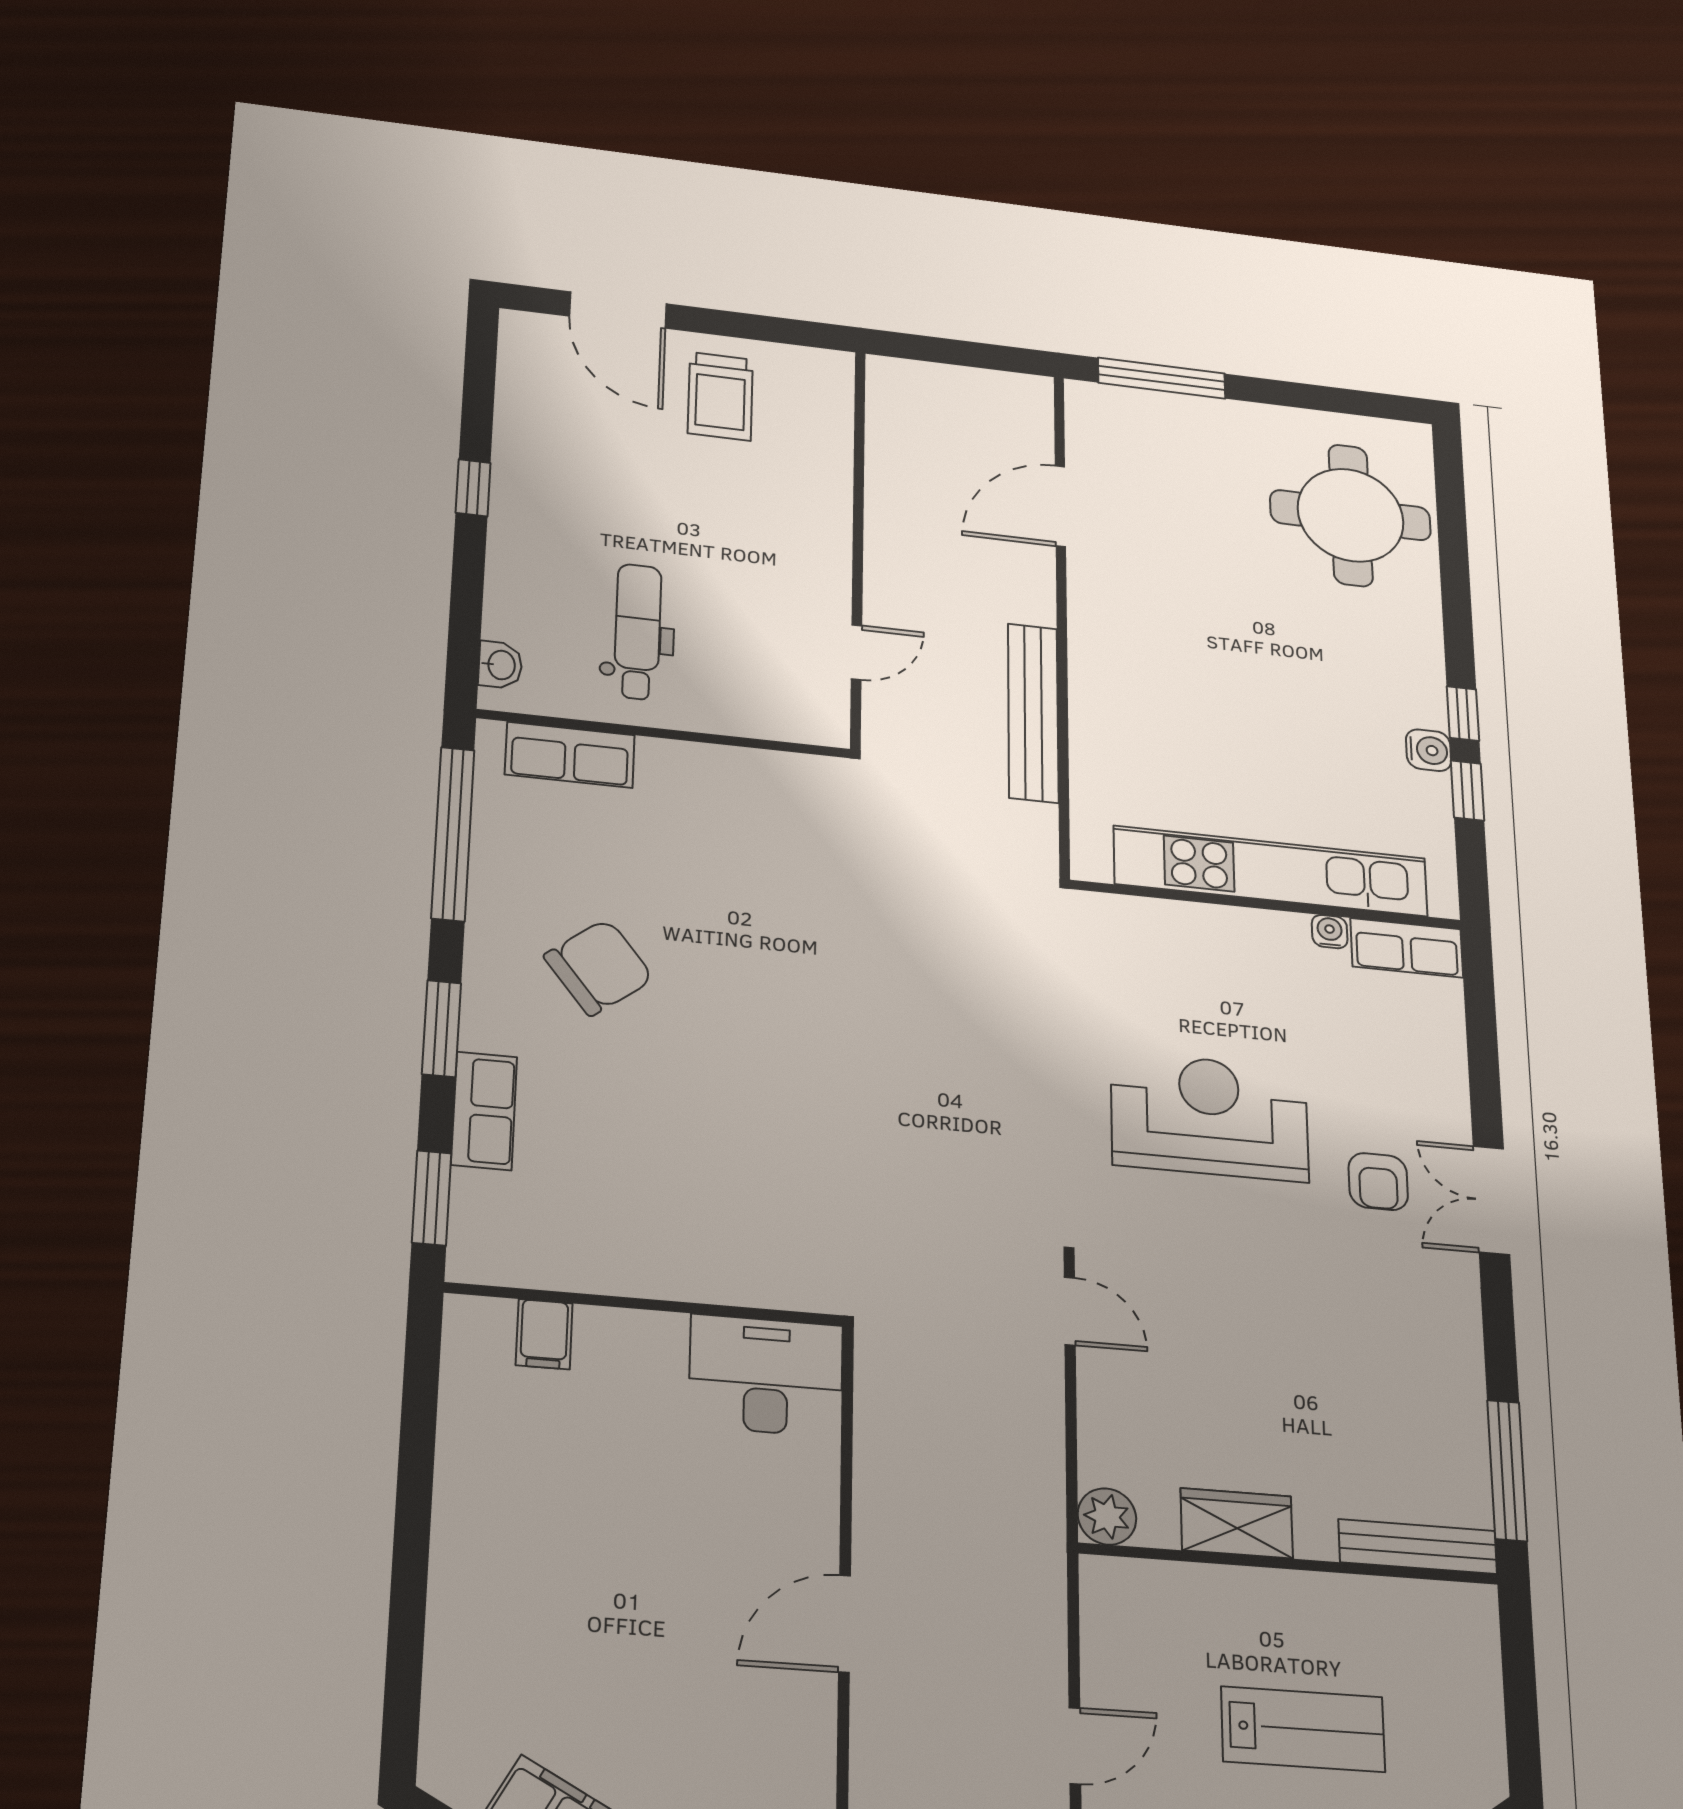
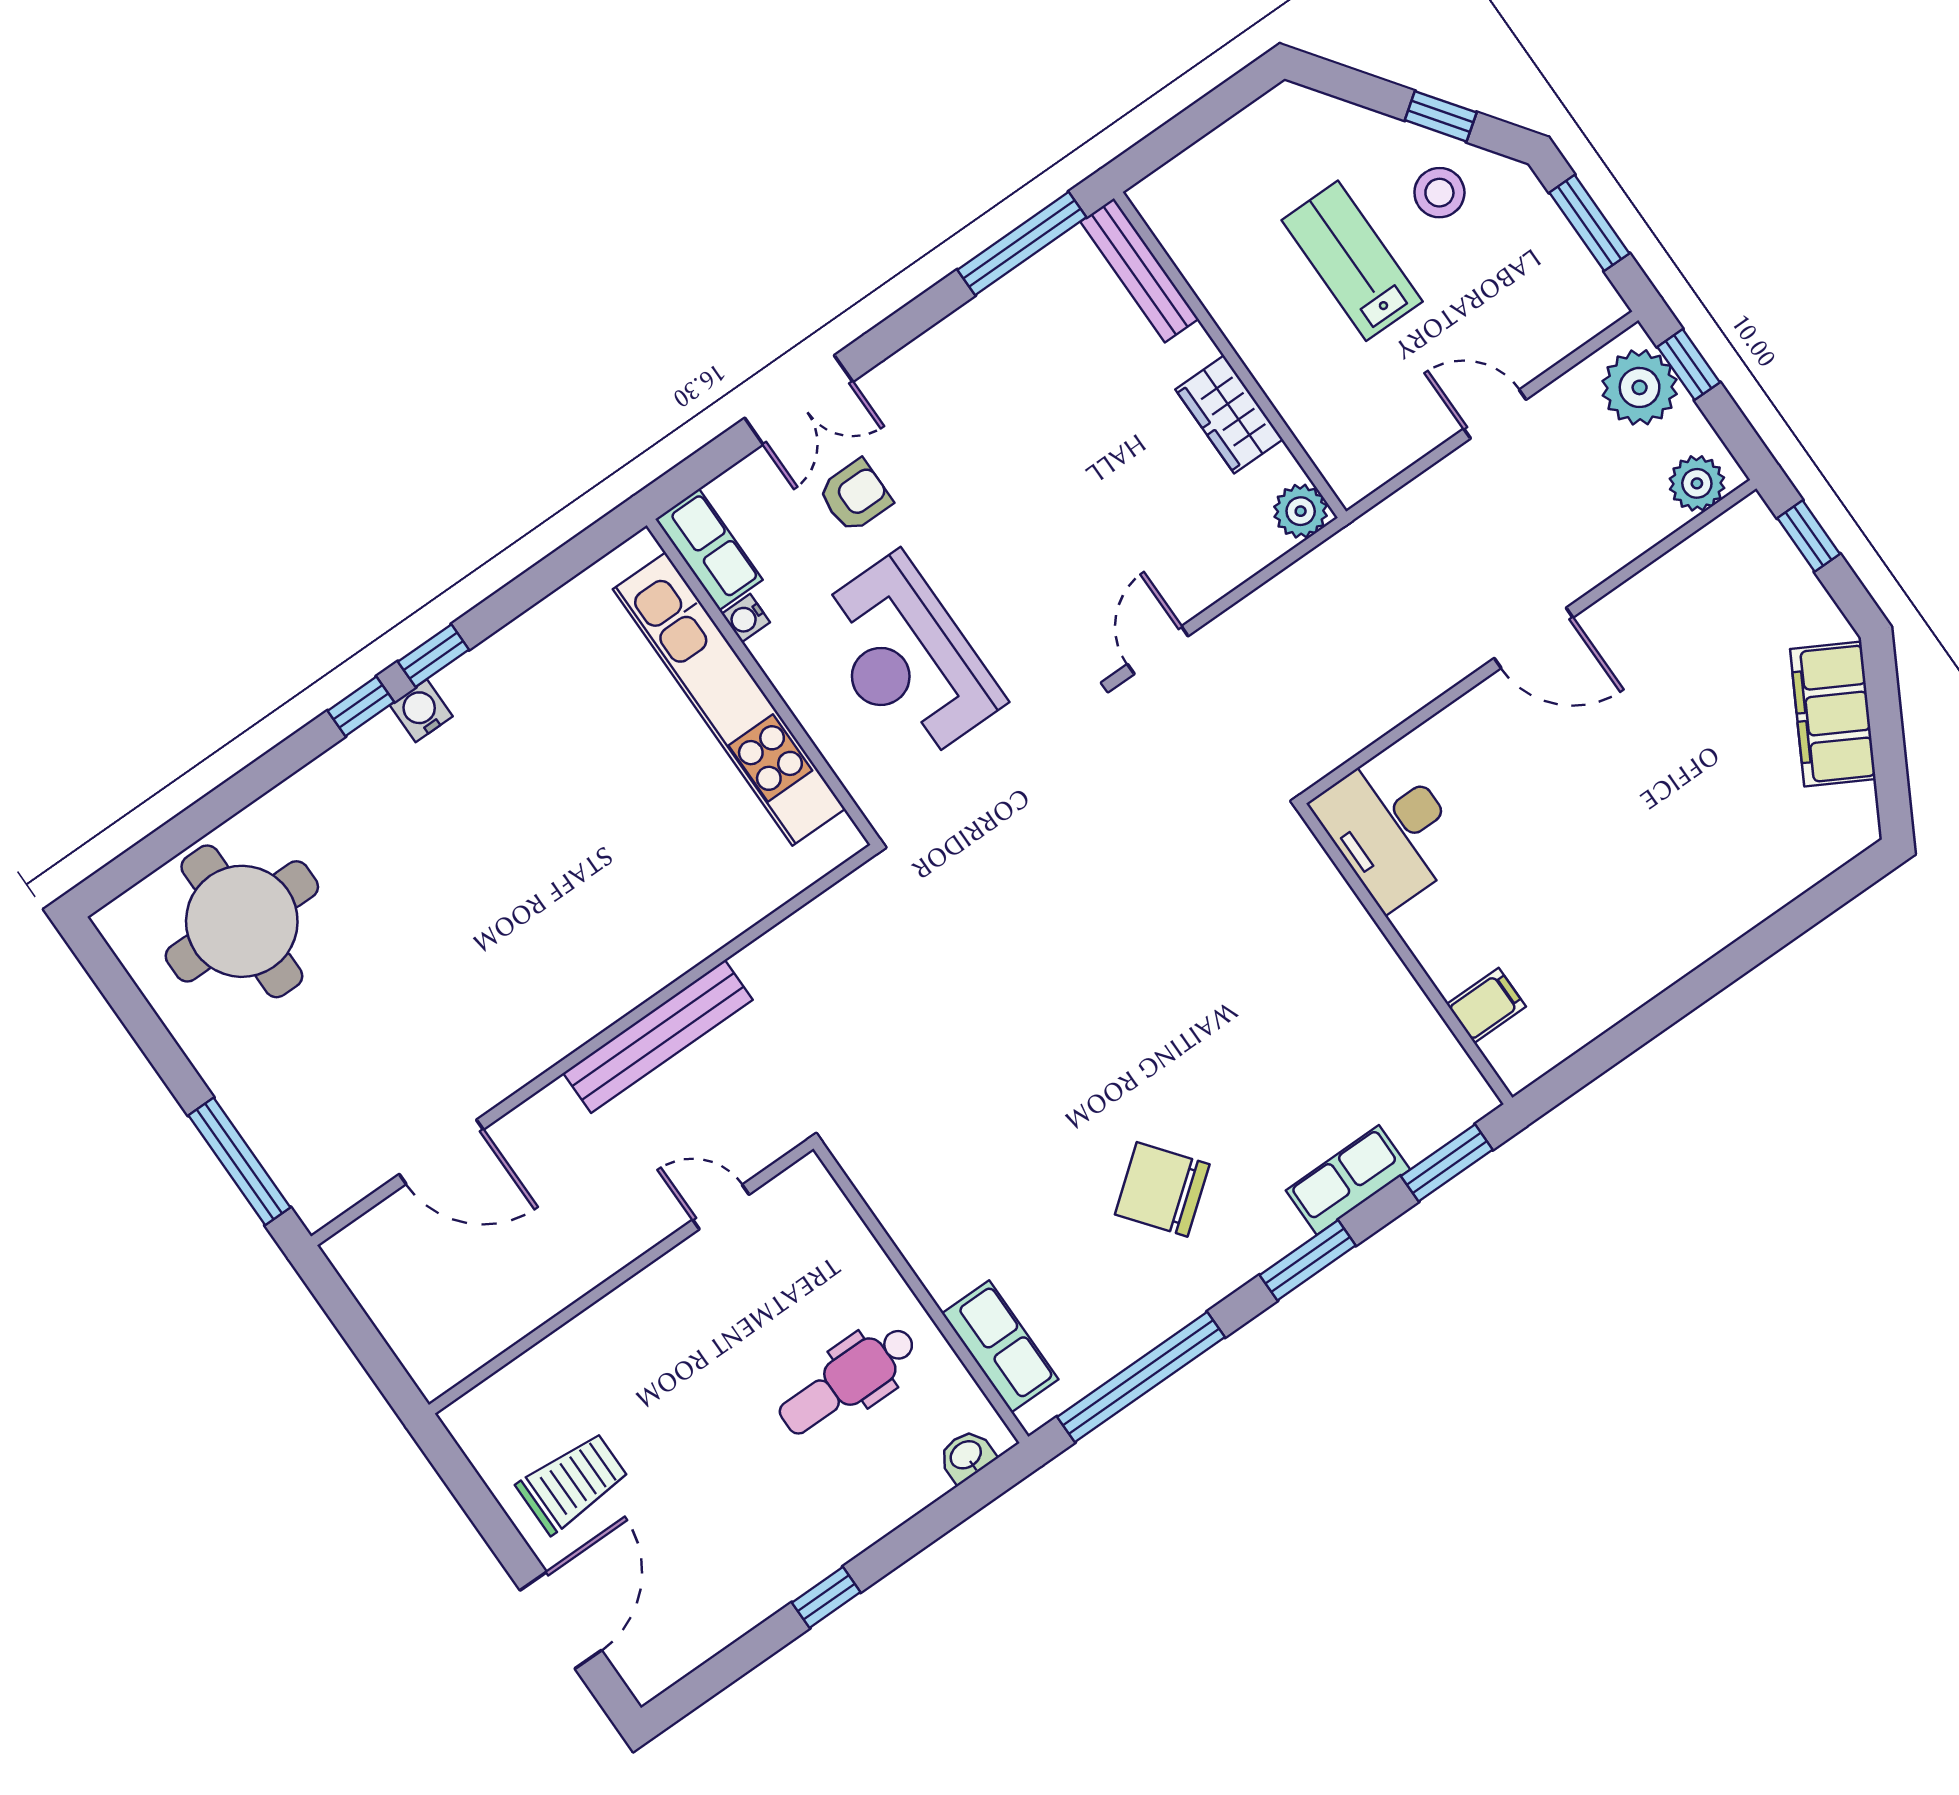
kitchen unit: (1271, 871) -> (729, 699), moved
wall: (1267, 905) -> (763, 682), moved
water cooler: (1330, 932) -> (746, 618), moved
row of seats: (1407, 948) -> (709, 549), moved

